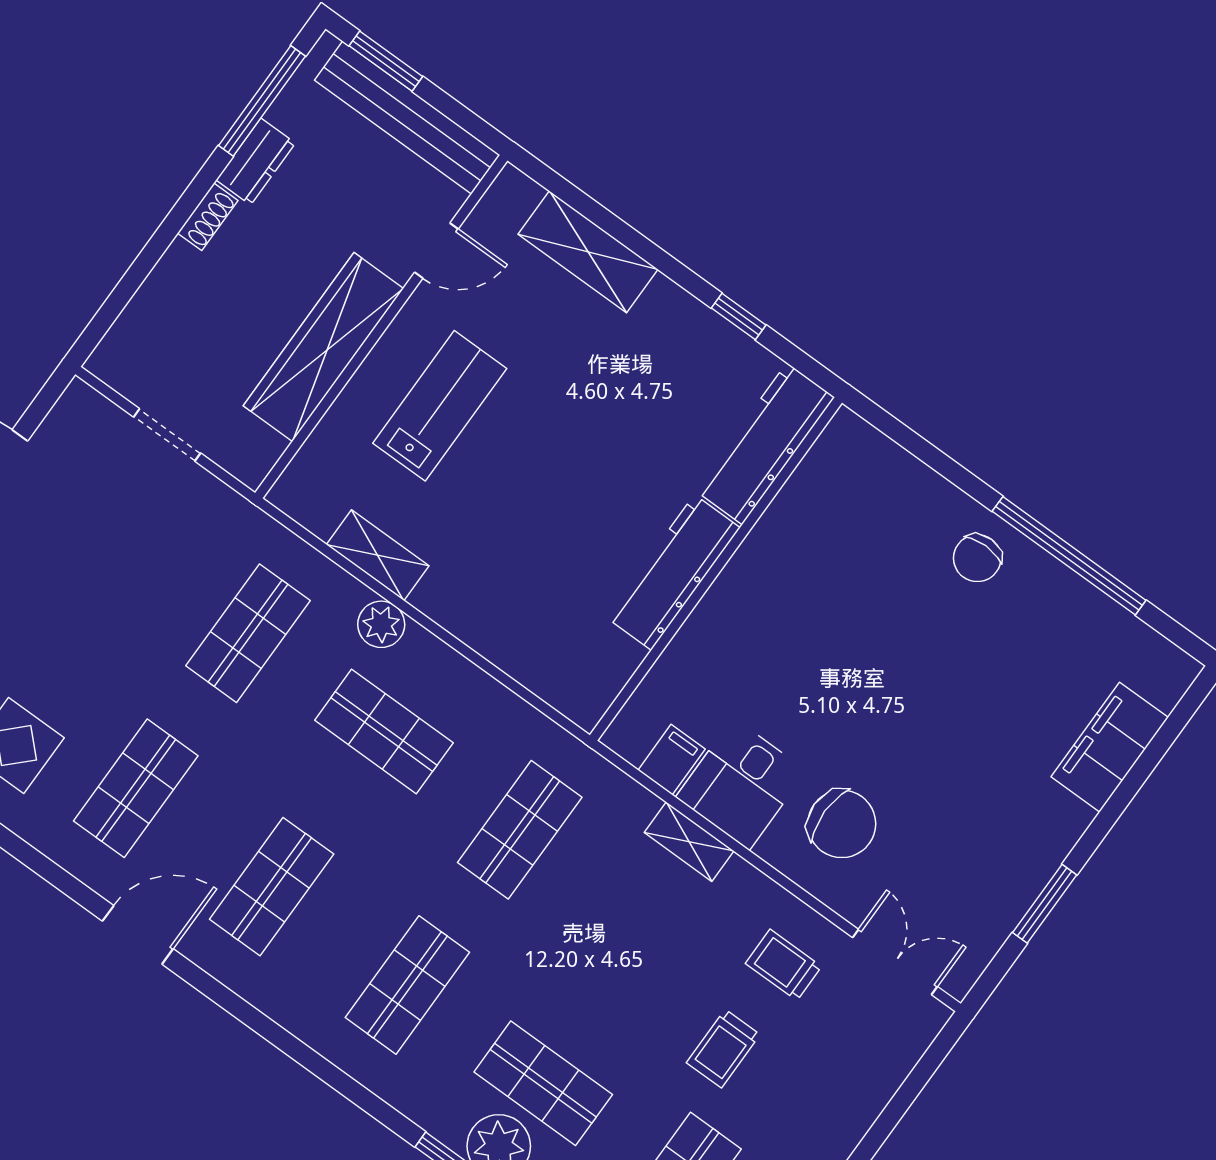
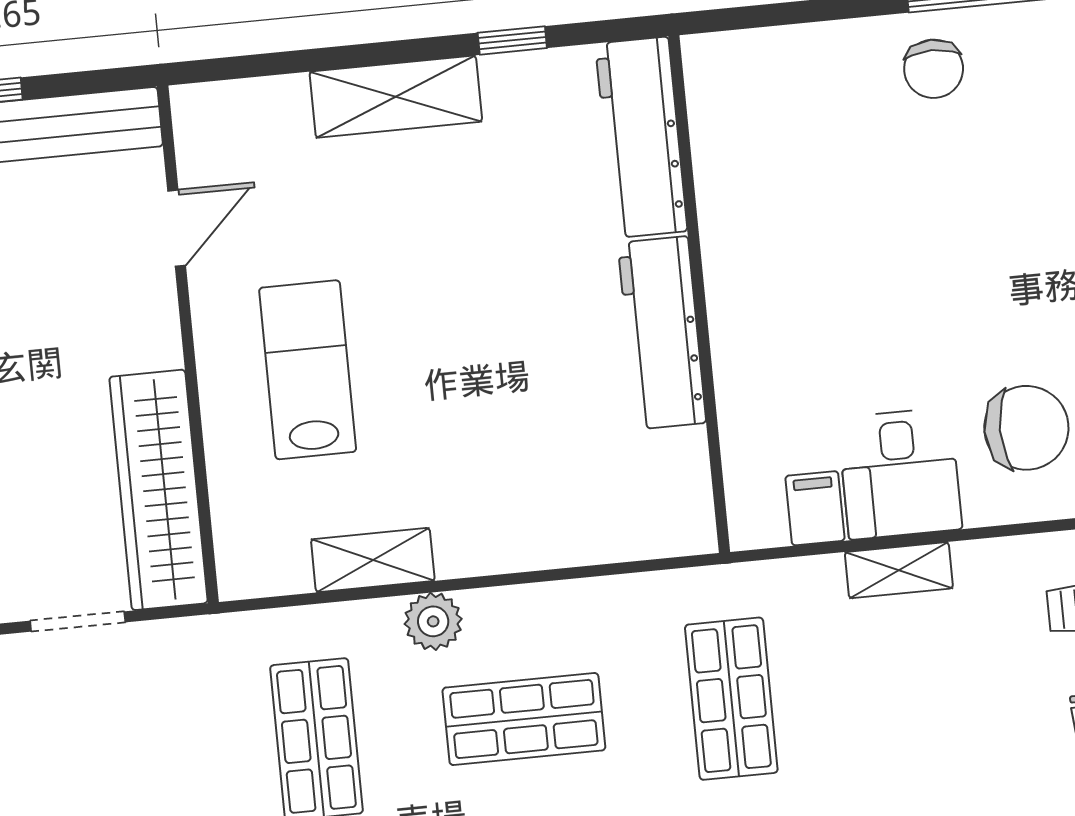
shelving: (588, 252) -> (396, 97), moved
wardrobe: (323, 347) -> (158, 490), moved

